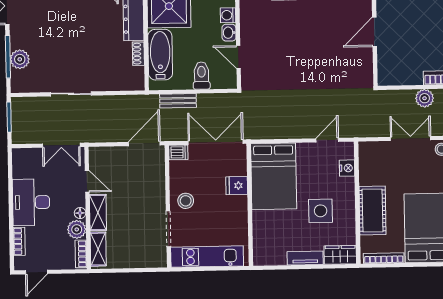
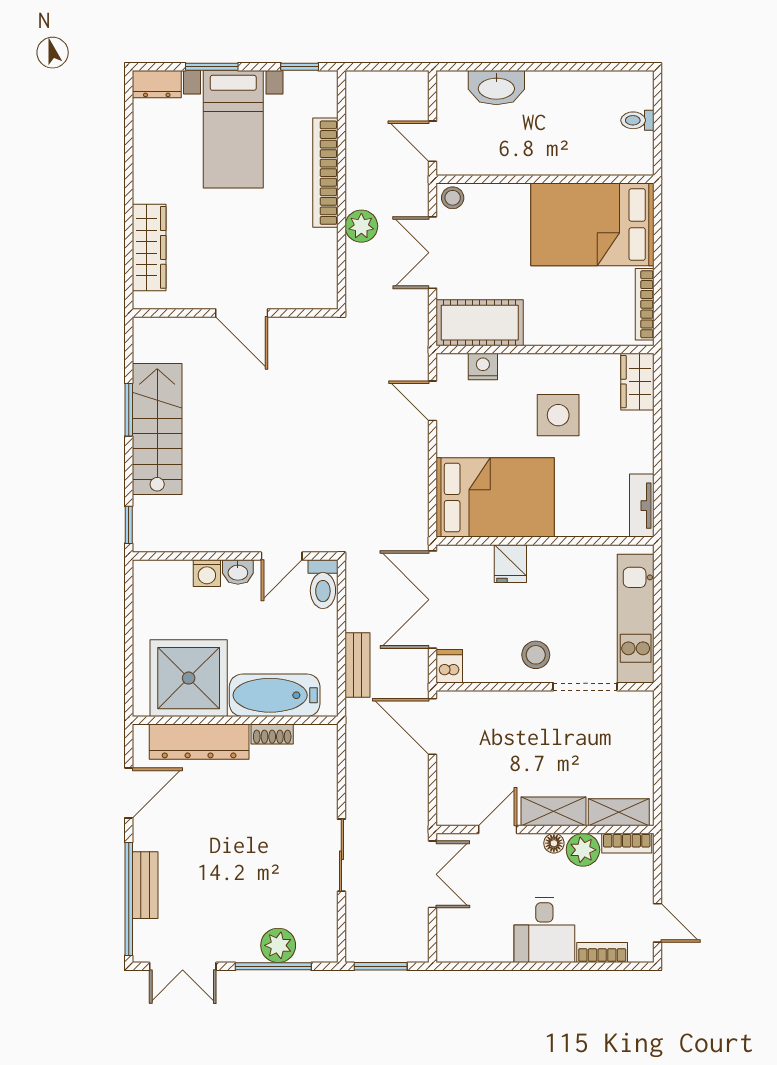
toilet: (202, 76) -> (323, 584), moved, turned -90
desk: (31, 202) -> (544, 930), width x0.73
cot: (372, 211) -> (480, 323), moved
tv unit: (305, 258) -> (642, 506), moved

